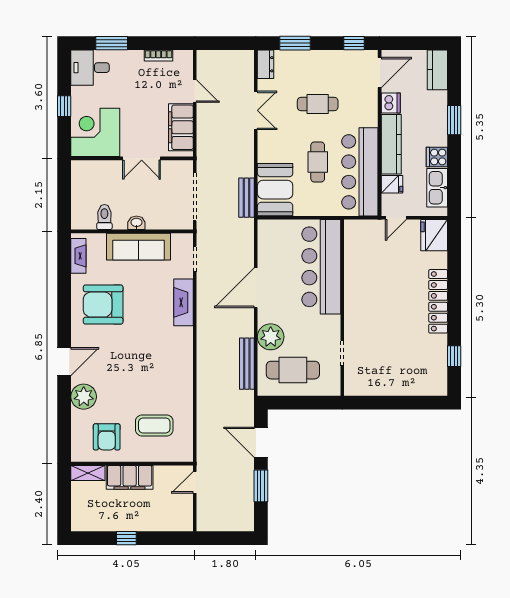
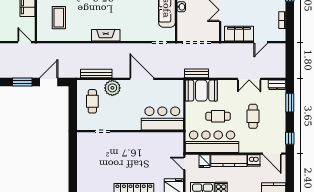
bar counter: (321, 267) -> (162, 118), width x0.73
fireplace: (183, 302) -> (106, 35), moved
cafe table: (293, 370) -> (92, 101), width x0.73, depth x0.74

